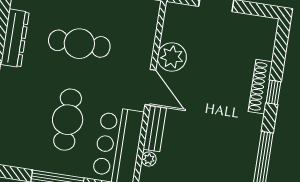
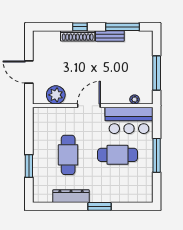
plant: (172, 57) -> (56, 95), moved
bench: (155, 129) -> (110, 36), moved

